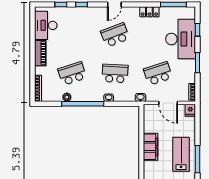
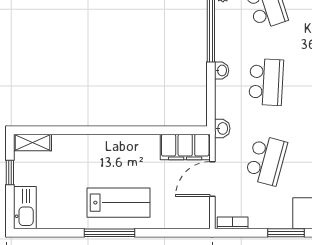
school desk: (158, 73) -> (266, 160), turned 33
fridge: (190, 110) -> (199, 220), removed
filing cabinet: (151, 147) -> (185, 147), moved

